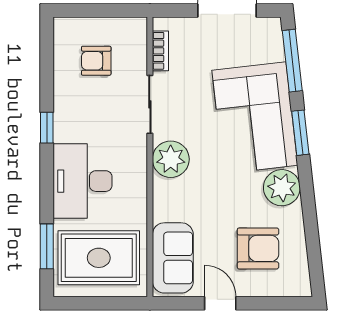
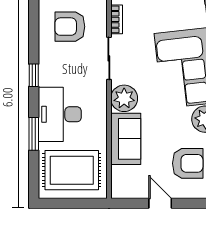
armchair: (96, 61) -> (70, 27), width x1.38, depth x1.38
window: (47, 246) -> (34, 134), moved
sofa: (173, 258) -> (126, 139), moved

